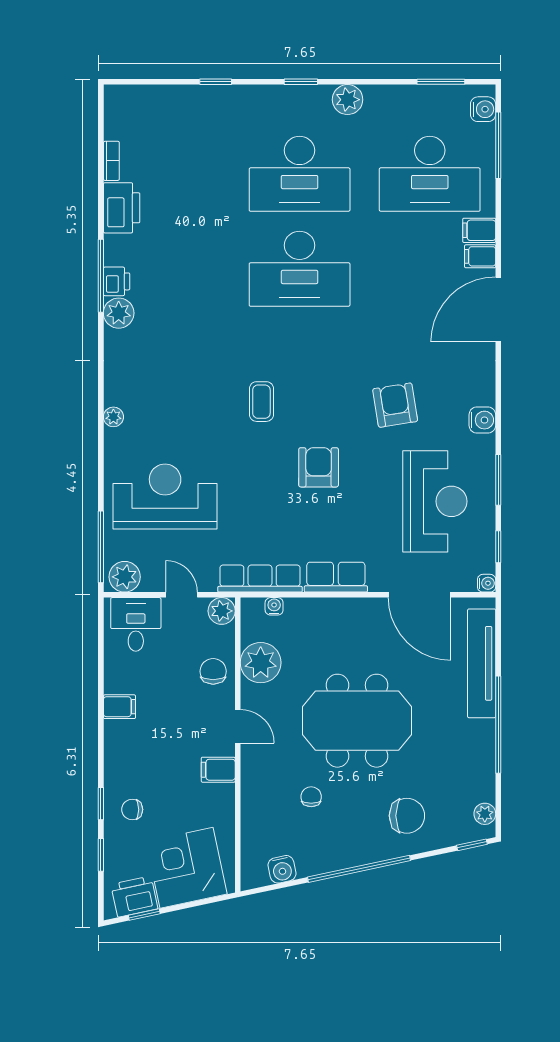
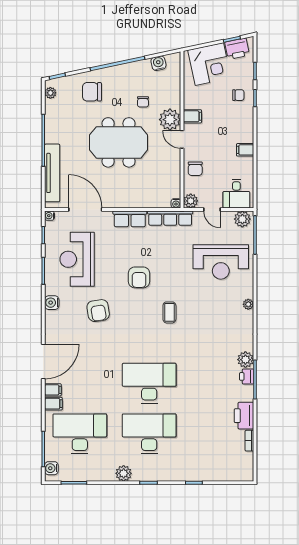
water cooler: (274, 606) -> (176, 203), moved
plant: (261, 663) -> (170, 120), moved

